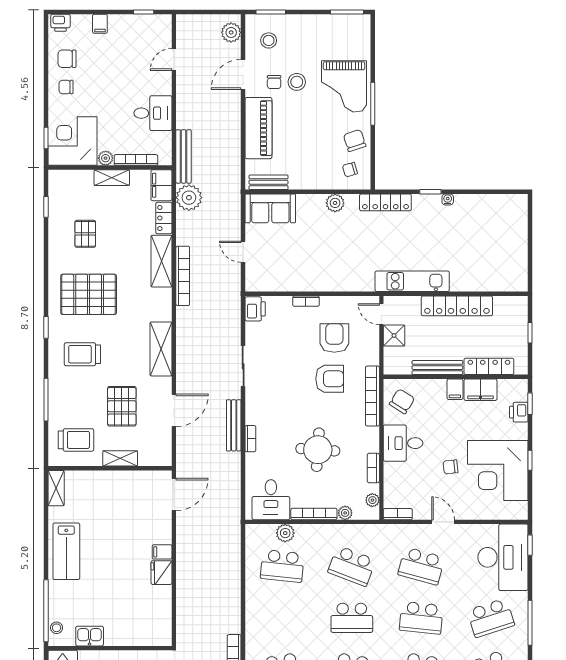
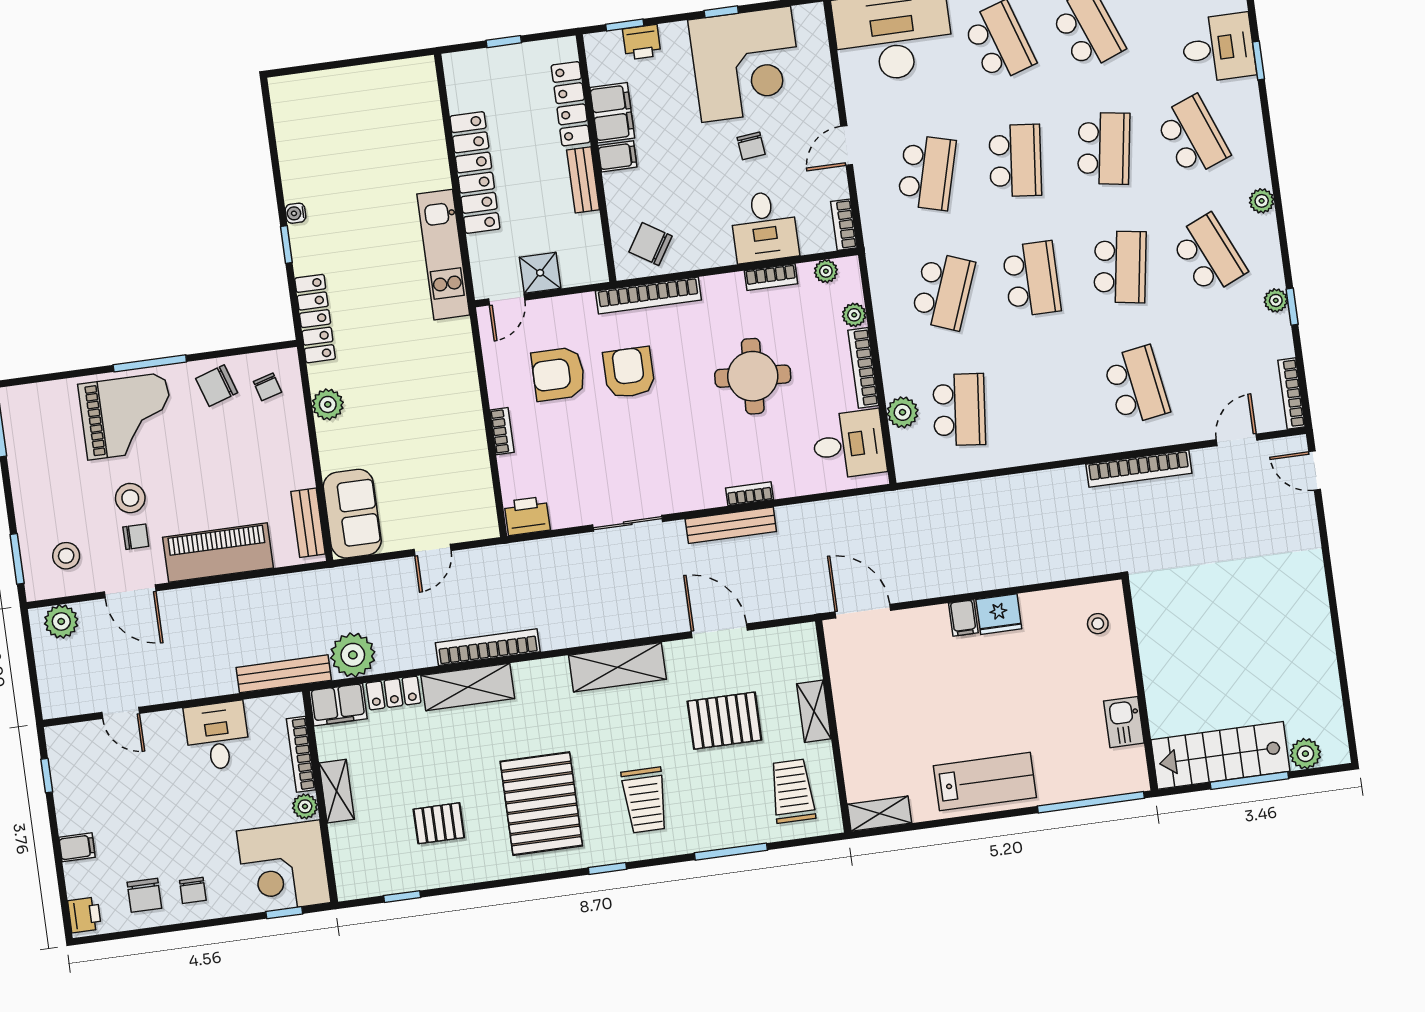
bench: (437, 368) -> (583, 180), width x0.73
desk: (403, 443) -> (764, 227), moved
stool: (57, 628) -> (1098, 624), moved

